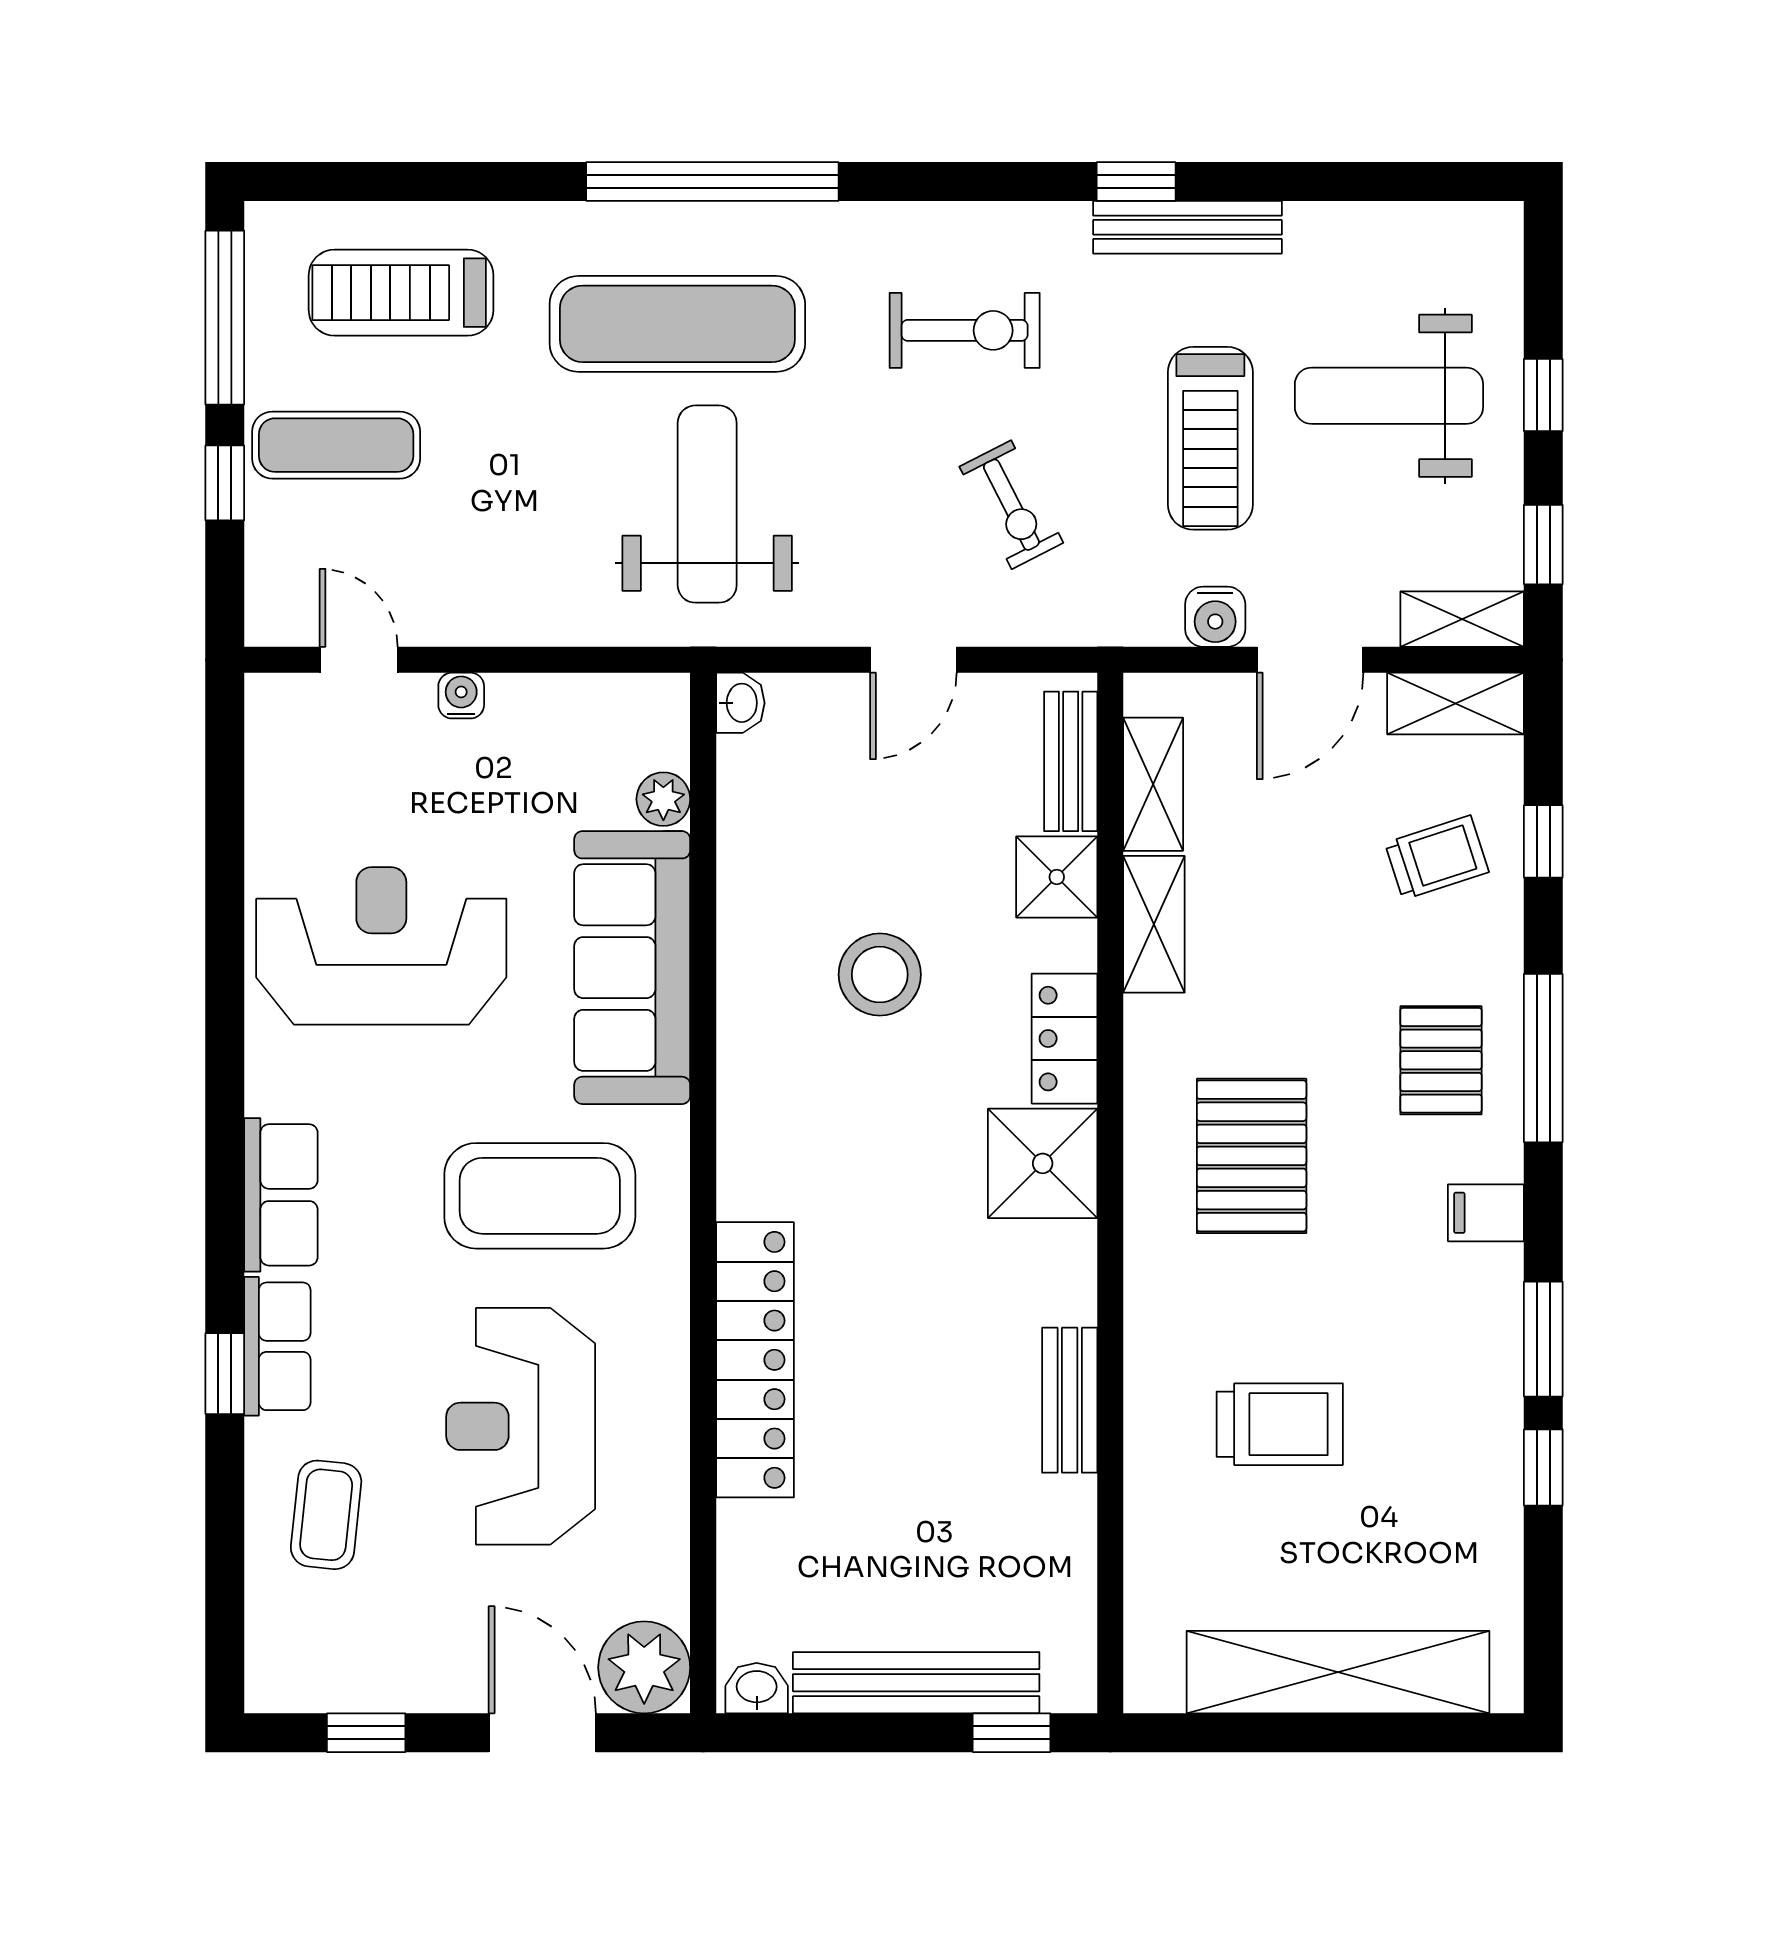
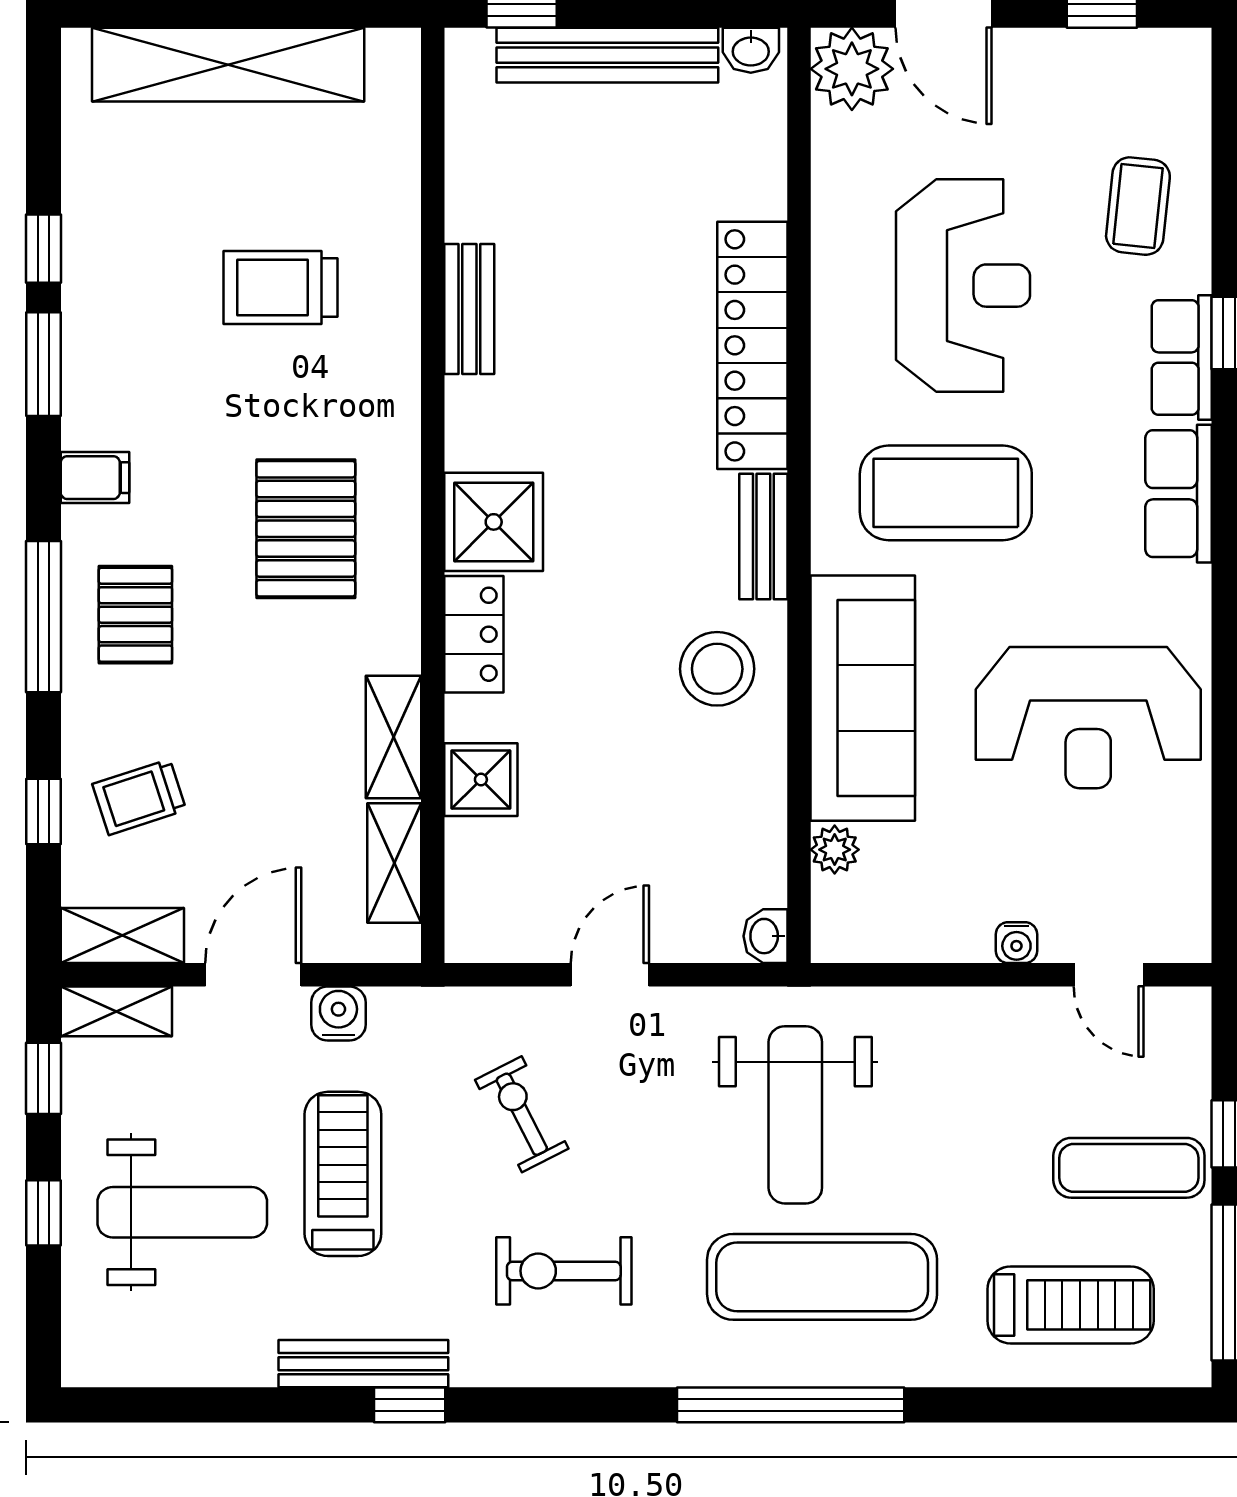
bench: (1071, 761) -> (763, 537), moved
stool: (880, 975) -> (717, 669), moved

